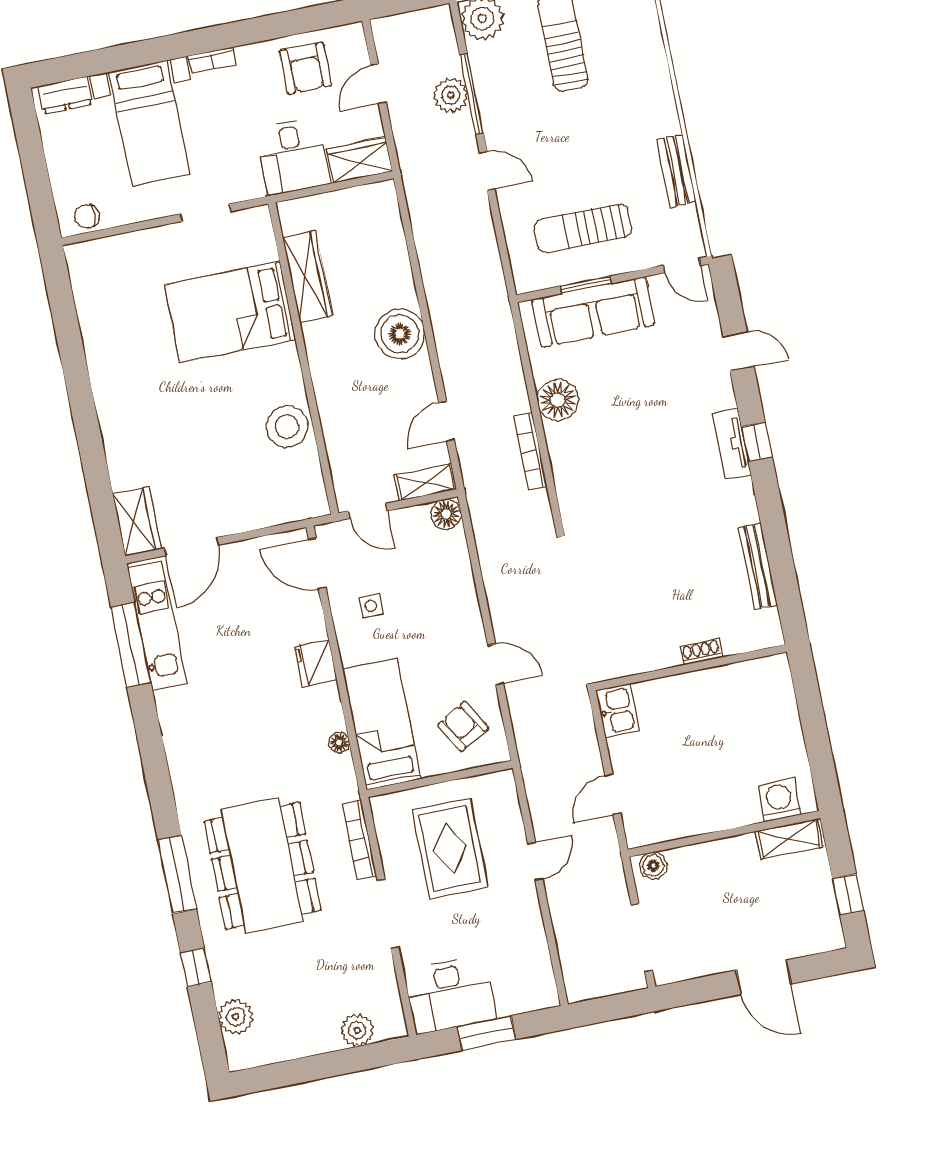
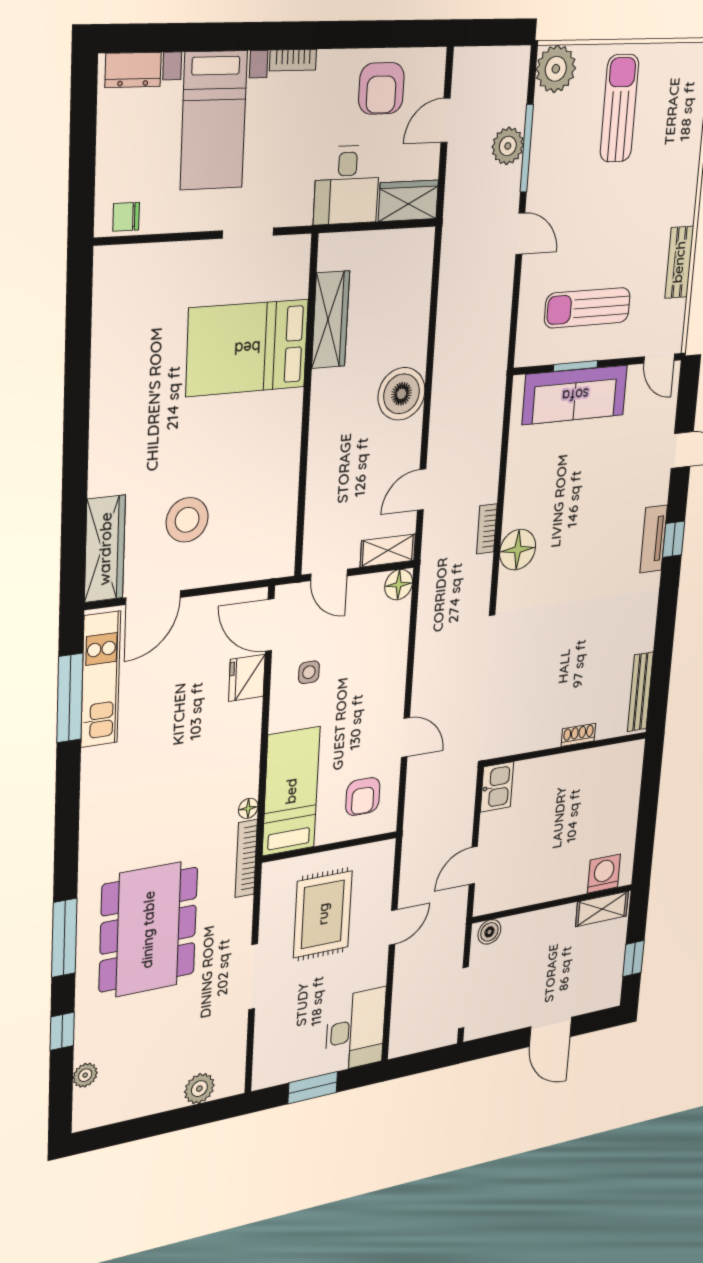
floor lamp: (558, 400) -> (518, 550), moved
stool: (287, 427) -> (187, 520), moved
bookcase: (530, 452) -> (487, 529), width x0.64
wardrobe: (137, 521) -> (105, 549), width x1.50
bench: (758, 566) -> (640, 692), moved
fridge: (316, 663) -> (247, 678), moved
armchair: (463, 726) -> (363, 796), turned -150
bookcase: (359, 840) -> (246, 858), moved
desk: (450, 995) -> (355, 1030), moved, turned -90
plant: (236, 1017) -> (85, 1075), width x0.73, depth x0.73

